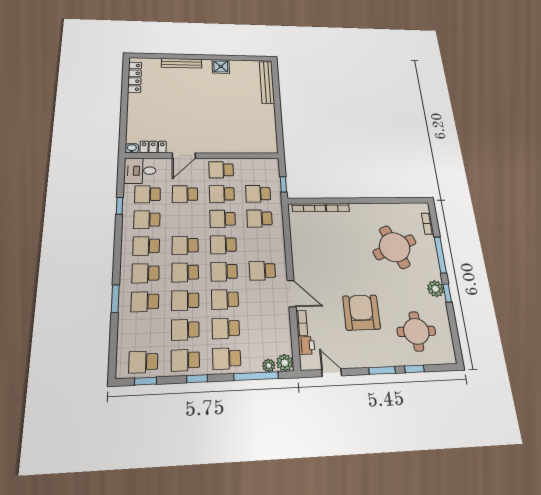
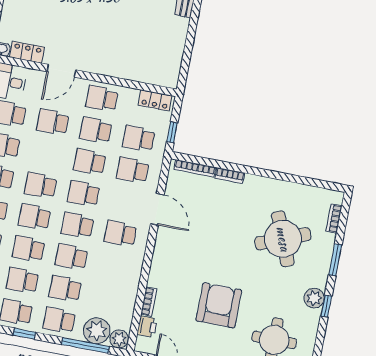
locker: (264, 164) -> (155, 100), added
window: (440, 255) -> (335, 260), width x0.69
door: (292, 294) -> (157, 209), moved
plant: (269, 366) -> (97, 331), width x1.87, depth x1.87

